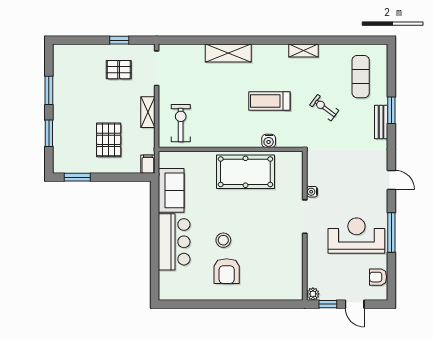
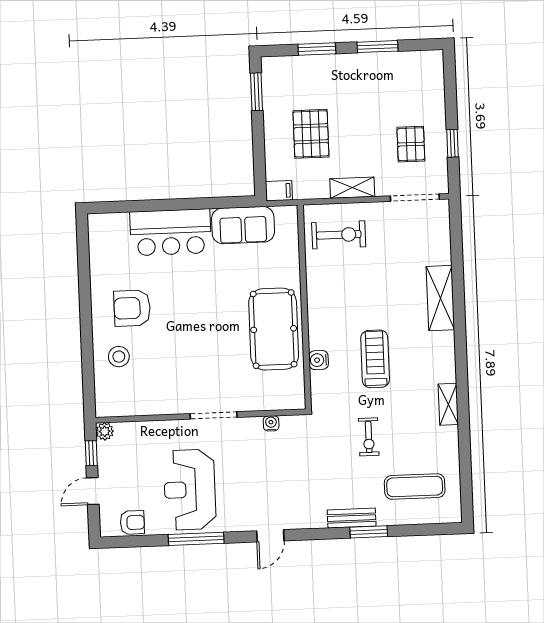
exercise bike: (324, 108) -> (369, 437), turned 143
pallet: (109, 140) -> (311, 134), turned 90
water cooler: (312, 192) -> (271, 423), moved
reception desk: (356, 236) -> (190, 490), turned 180
stool: (223, 240) -> (119, 357), moved
armchair: (378, 277) -> (132, 522), turned 90

